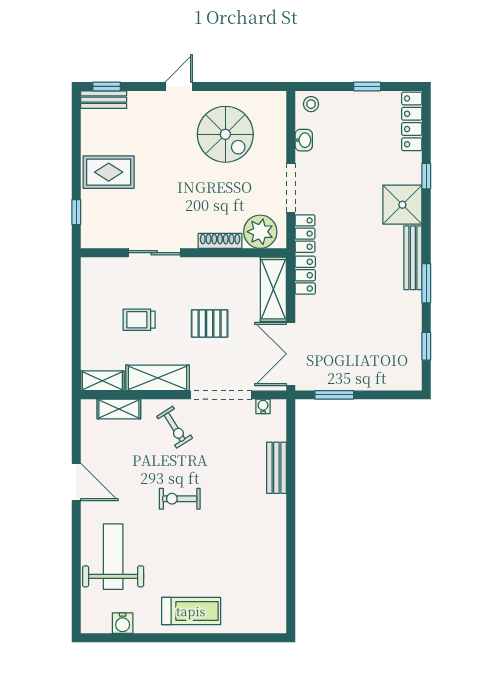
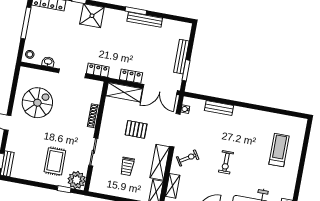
window: (367, 86) -> (26, 23), width x2.17
rug: (109, 172) -> (55, 161), moved
plant: (260, 232) -> (77, 180), moved
bench: (413, 258) -> (145, 20), moved
locker: (305, 275) -> (131, 76), moved
pallet: (210, 323) -> (136, 129), turned 90
window: (426, 346) -> (169, 17), removed
bench: (358, 382) -> (181, 57), added
treadmill: (191, 611) -> (279, 150), moved

